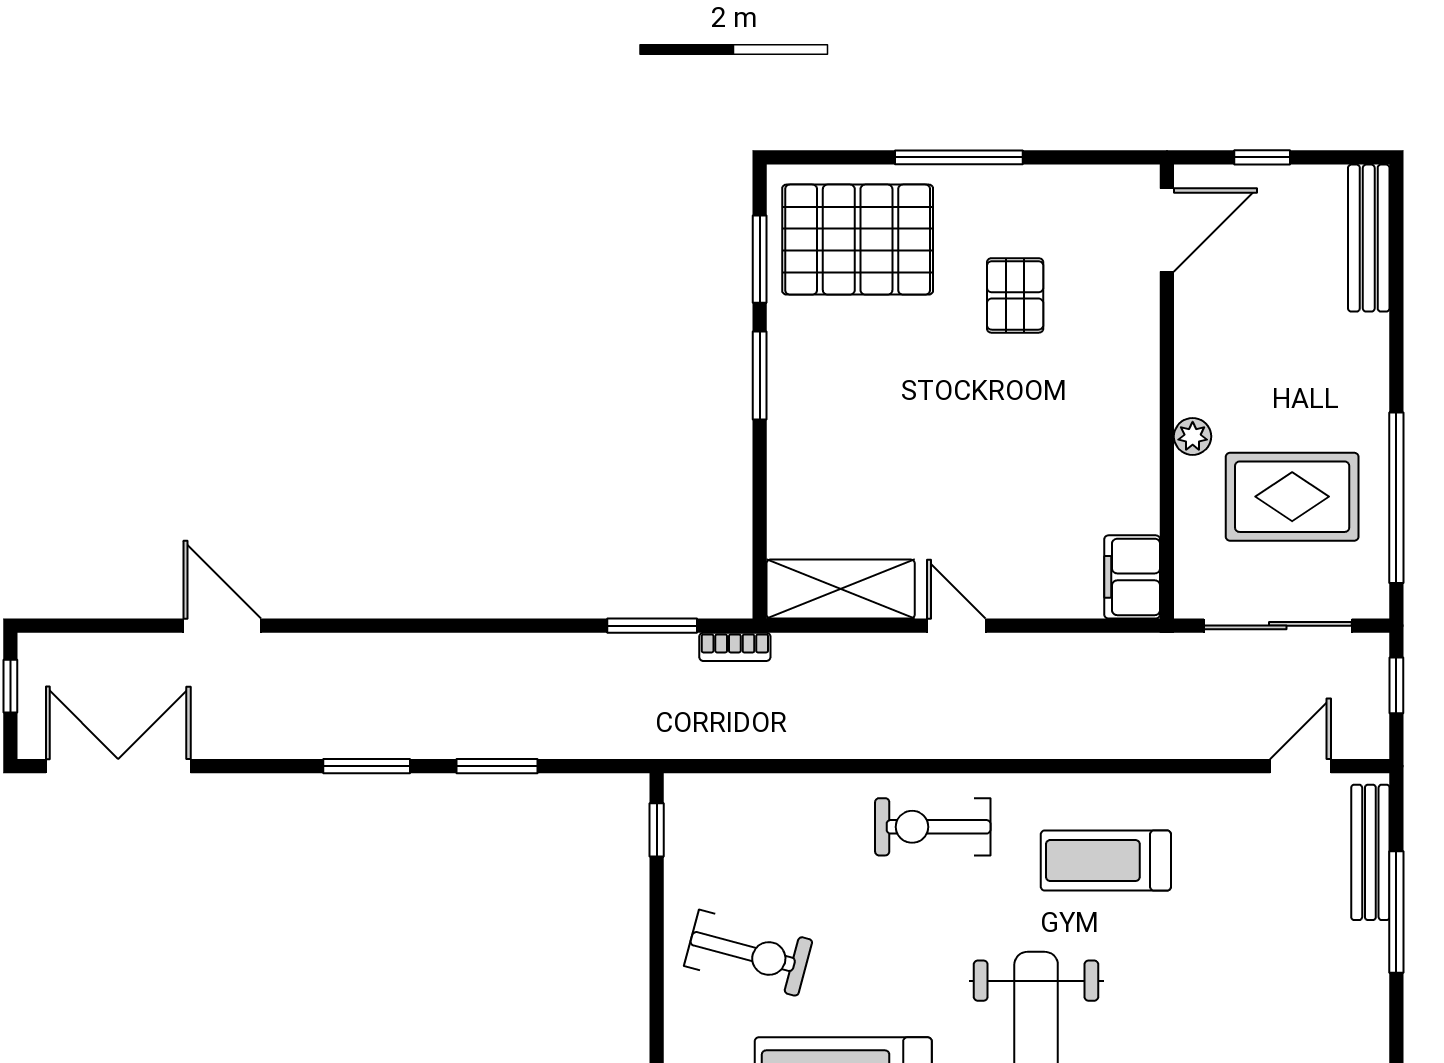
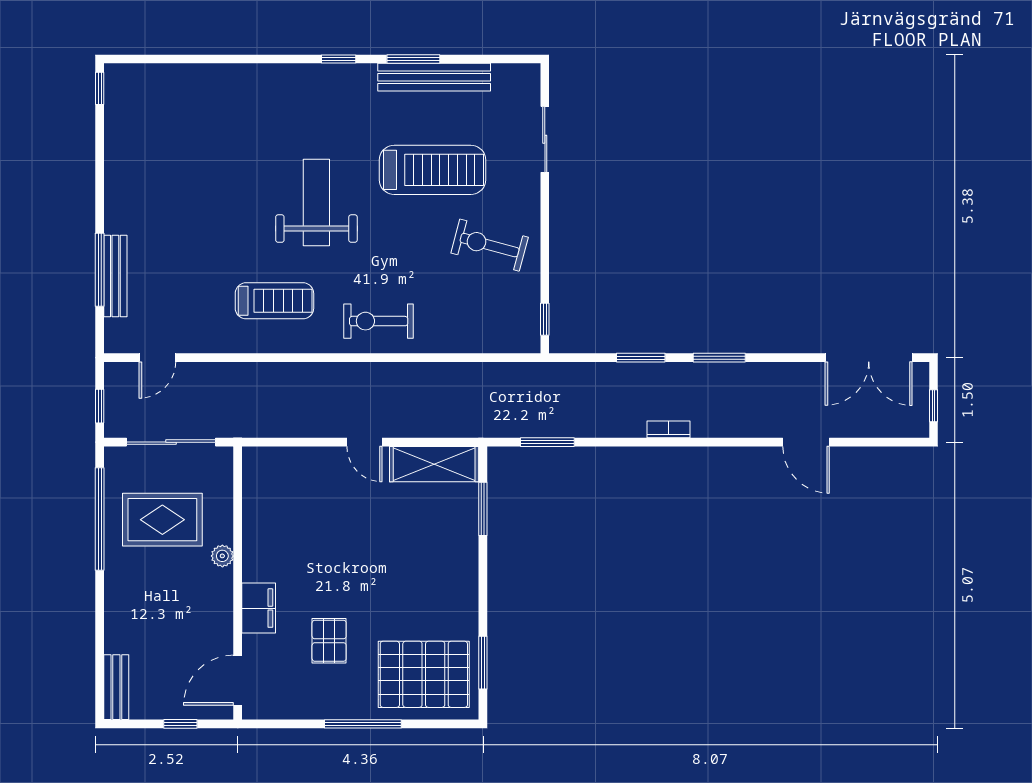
bench: (1369, 238) -> (116, 687), width x0.73
window: (760, 375) -> (483, 509), moved
filing cabinet: (1132, 577) -> (259, 608), moved
bookcase: (735, 647) -> (668, 429), moved
exercise bike: (933, 827) -> (379, 321), turned 180
bench: (1370, 852) -> (115, 276), moved

